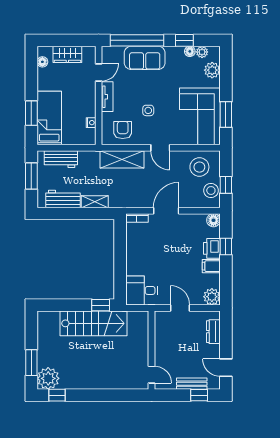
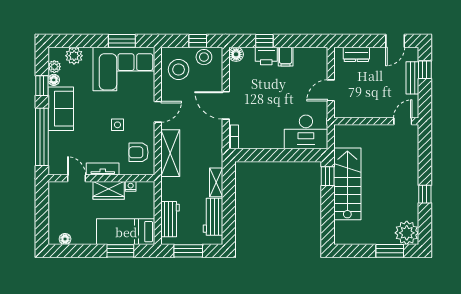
wardrobe: (67, 54) -> (109, 190), moved, turned 90
sofa: (145, 58) -> (61, 109), moved
desk: (142, 290) -> (306, 132), width x1.37
plant: (212, 297) -> (319, 56), removed
window: (57, 395) -> (425, 194), moved

